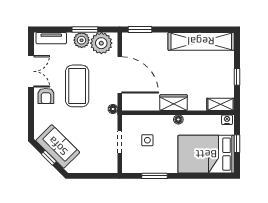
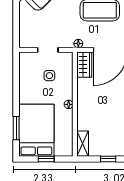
wardrobe: (174, 103) -> (84, 65), moved
nightstand: (227, 120) -> (68, 150), removed
window: (154, 176) -> (16, 128), moved

